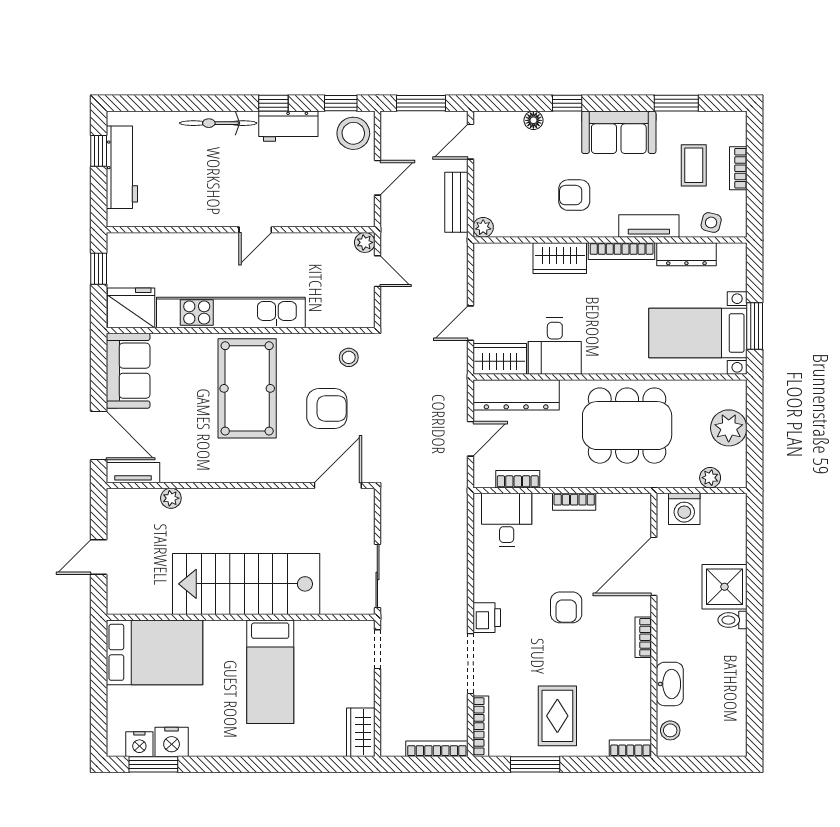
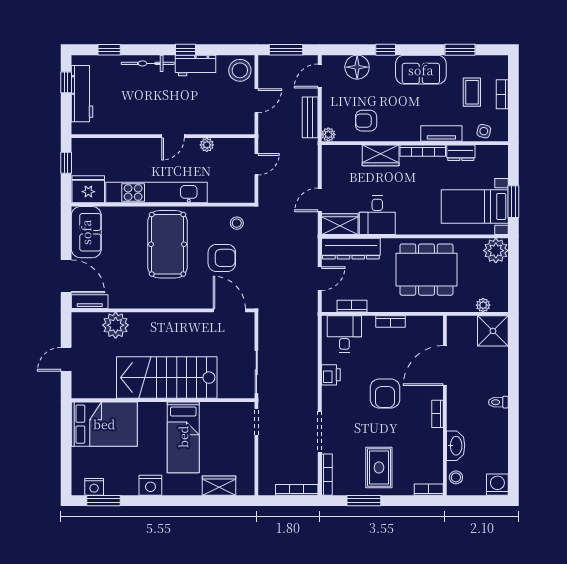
window: (341, 103) -> (109, 50), moved
floor lamp: (533, 120) -> (357, 67), width x1.89, depth x1.89
armchair: (574, 195) -> (366, 121), moved
plant: (365, 242) -> (207, 145), moved
dresser: (686, 254) -> (461, 153), width x0.70
door: (377, 271) -> (256, 164), hinge flipped
plant: (729, 428) -> (496, 251), moved
door: (338, 485) -> (229, 310), hinge flipped
plant: (171, 498) -> (116, 325), width x1.87, depth x1.87
washing machine: (684, 509) -> (497, 485), moved, turned 180
shower: (724, 587) -> (493, 331), moved
armchair: (566, 607) -> (385, 394), width x1.38, depth x1.38
printer: (487, 618) -> (331, 375), moved
wardrobe: (361, 732) -> (219, 486), moved, turned 90
nightstand: (172, 742) -> (150, 485), moved

